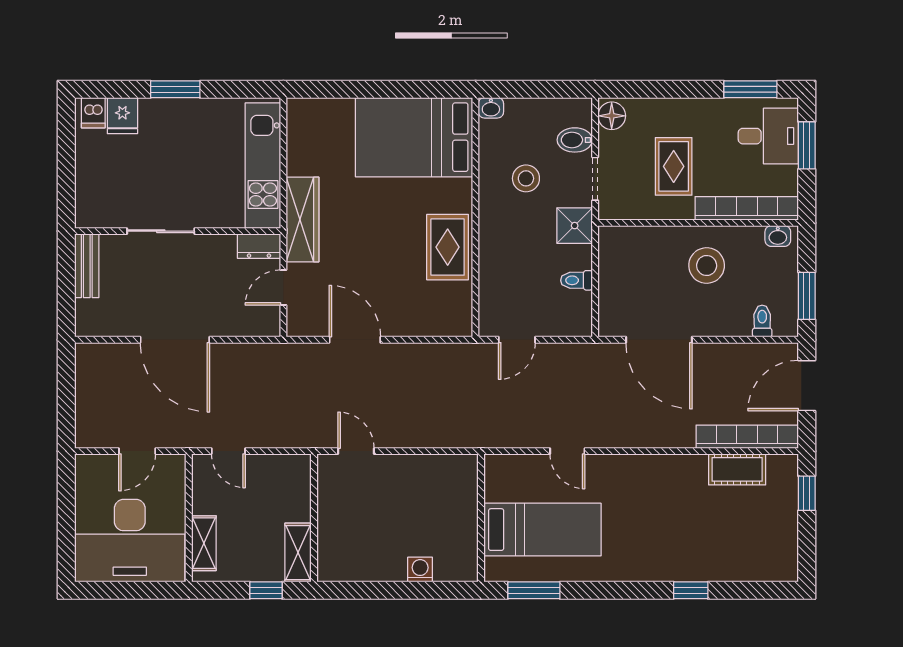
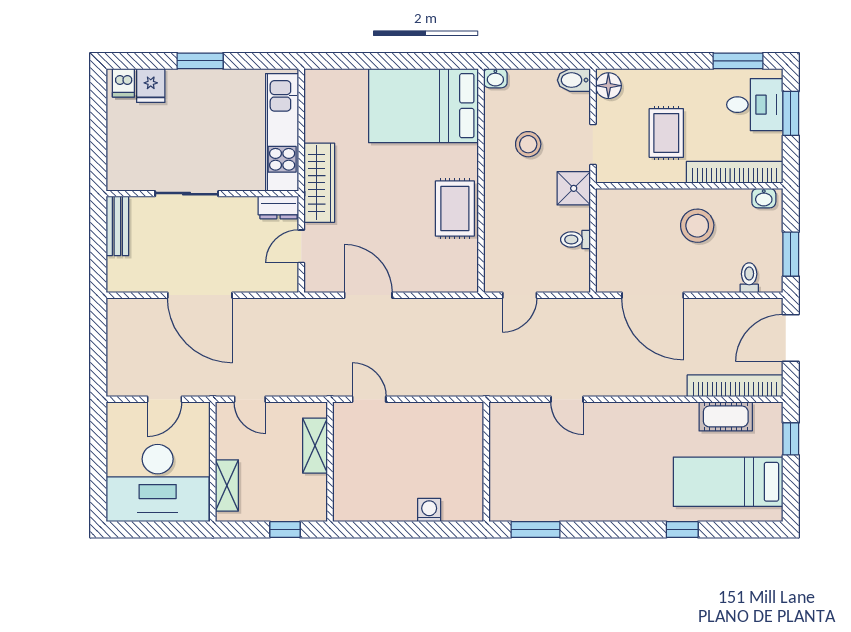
bidet: (575, 140) -> (574, 80), moved
bed: (542, 530) -> (728, 482), moved, turned 180
shelving: (298, 553) -> (315, 446), moved

